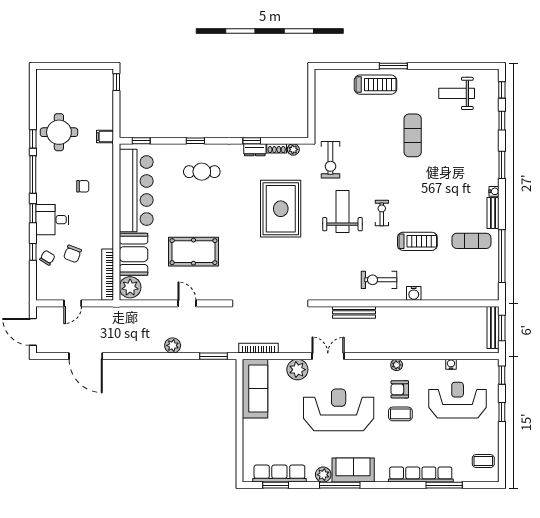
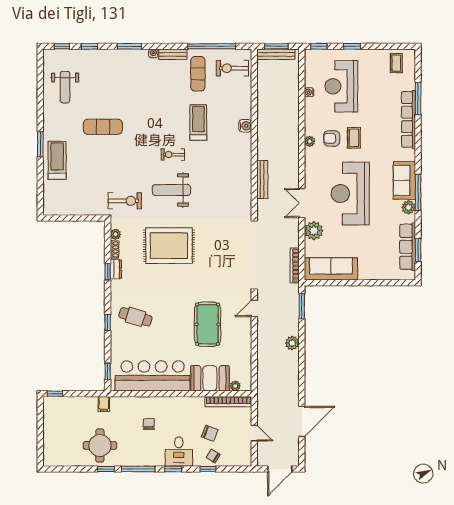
cafe table: (202, 172) -> (136, 317), turned -73
exercise bike: (379, 280) -> (232, 68), moved, turned 90
plant: (130, 287) -> (235, 386), width x0.53, depth x0.53
door: (187, 303) -> (254, 308), moved
armchair: (400, 389) -> (332, 138), turned 90

